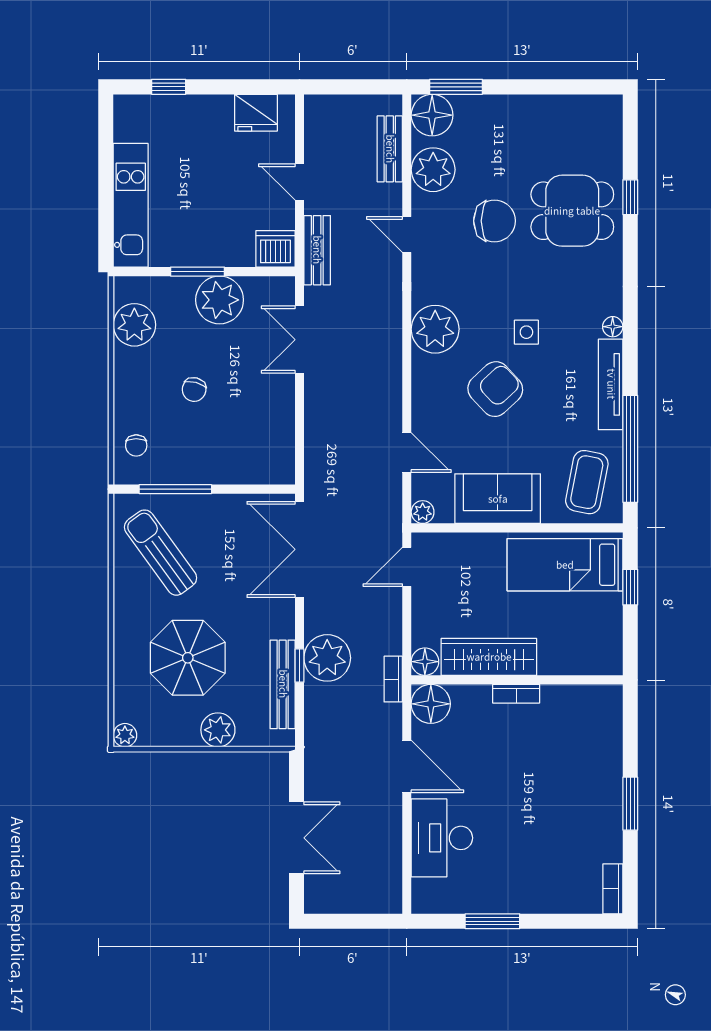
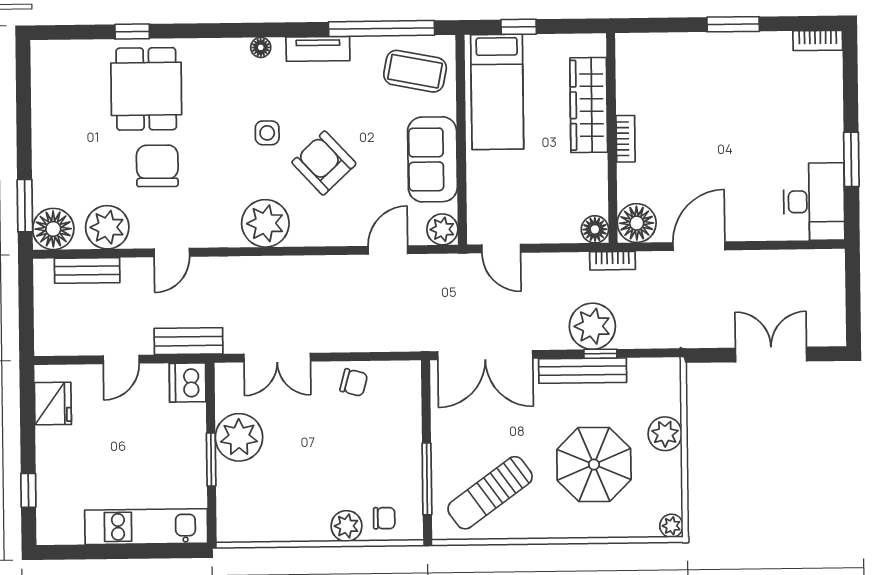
plant: (134, 325) -> (346, 526), moved, width x0.73, depth x0.73
tv unit: (611, 384) -> (318, 49), width x0.71
chair: (194, 390) -> (354, 382), moved
plant: (423, 512) -> (442, 229), width x1.38, depth x1.38
wardrobe: (489, 657) -> (589, 105), moved
bench: (283, 684) -> (583, 371), moved
desk: (442, 838) -> (814, 202), moved, turned -90

